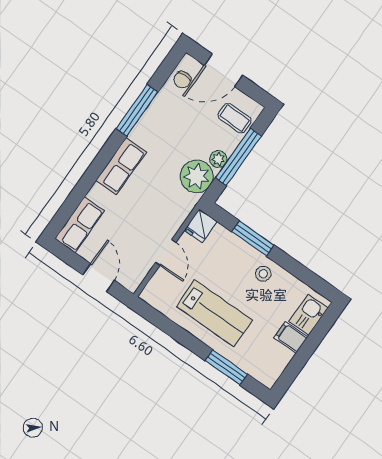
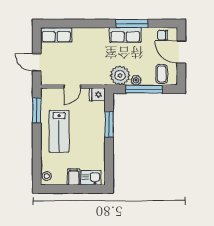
row of seats: (121, 166) -> (125, 35), moved
stool: (263, 274) -> (47, 176), moved
door: (99, 278) -> (37, 62), swing flipped
window: (226, 367) -> (37, 110), moved

